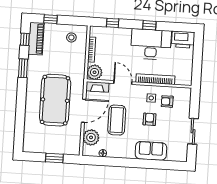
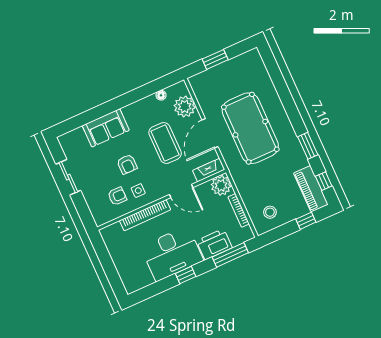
window: (113, 23) -> (230, 255), width x2.17
printer: (183, 40) -> (214, 244), moved

